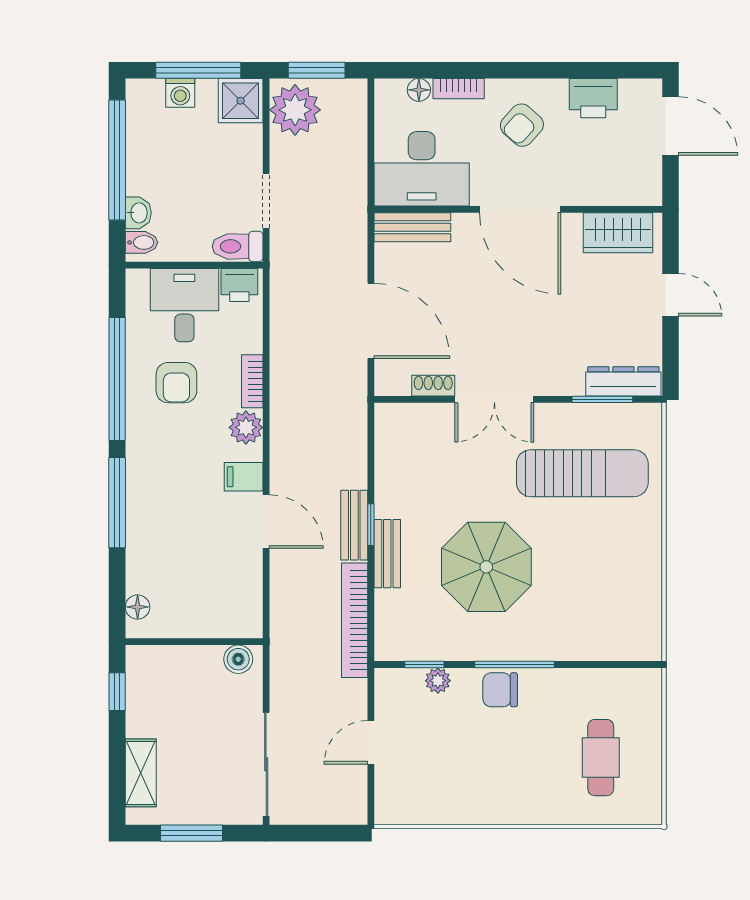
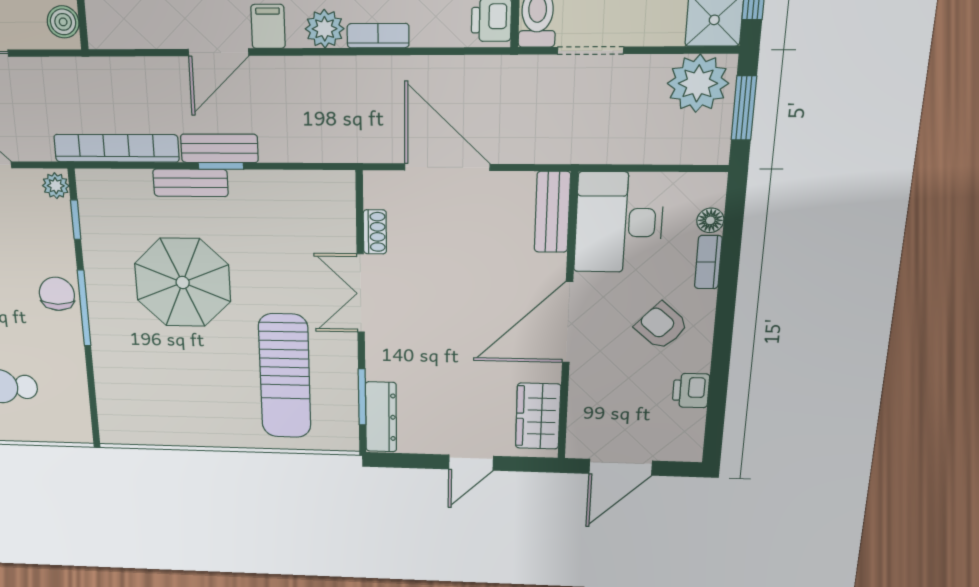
printer: (593, 98) -> (691, 390), width x0.73, depth x0.81
door: (671, 126) -> (621, 467), moved
door: (371, 321) -> (447, 167), swing flipped
plant: (438, 681) -> (56, 186), moved

